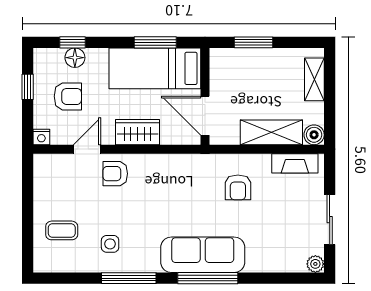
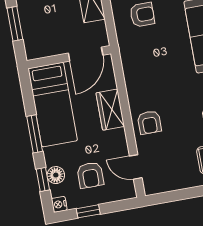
window: (155, 42) -> (35, 134), moved
armchair: (68, 96) -> (90, 175), turned 180
nightstand: (41, 137) -> (59, 204), moved, turned 180
door: (87, 149) -> (136, 167), moved

